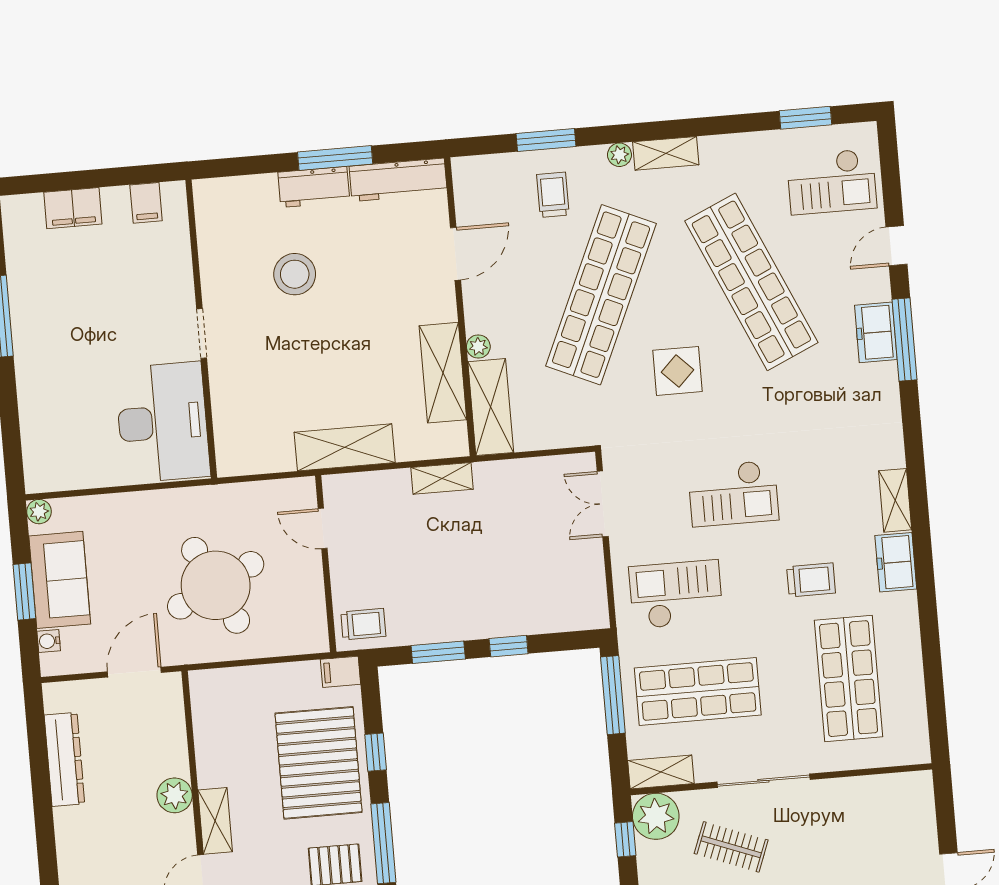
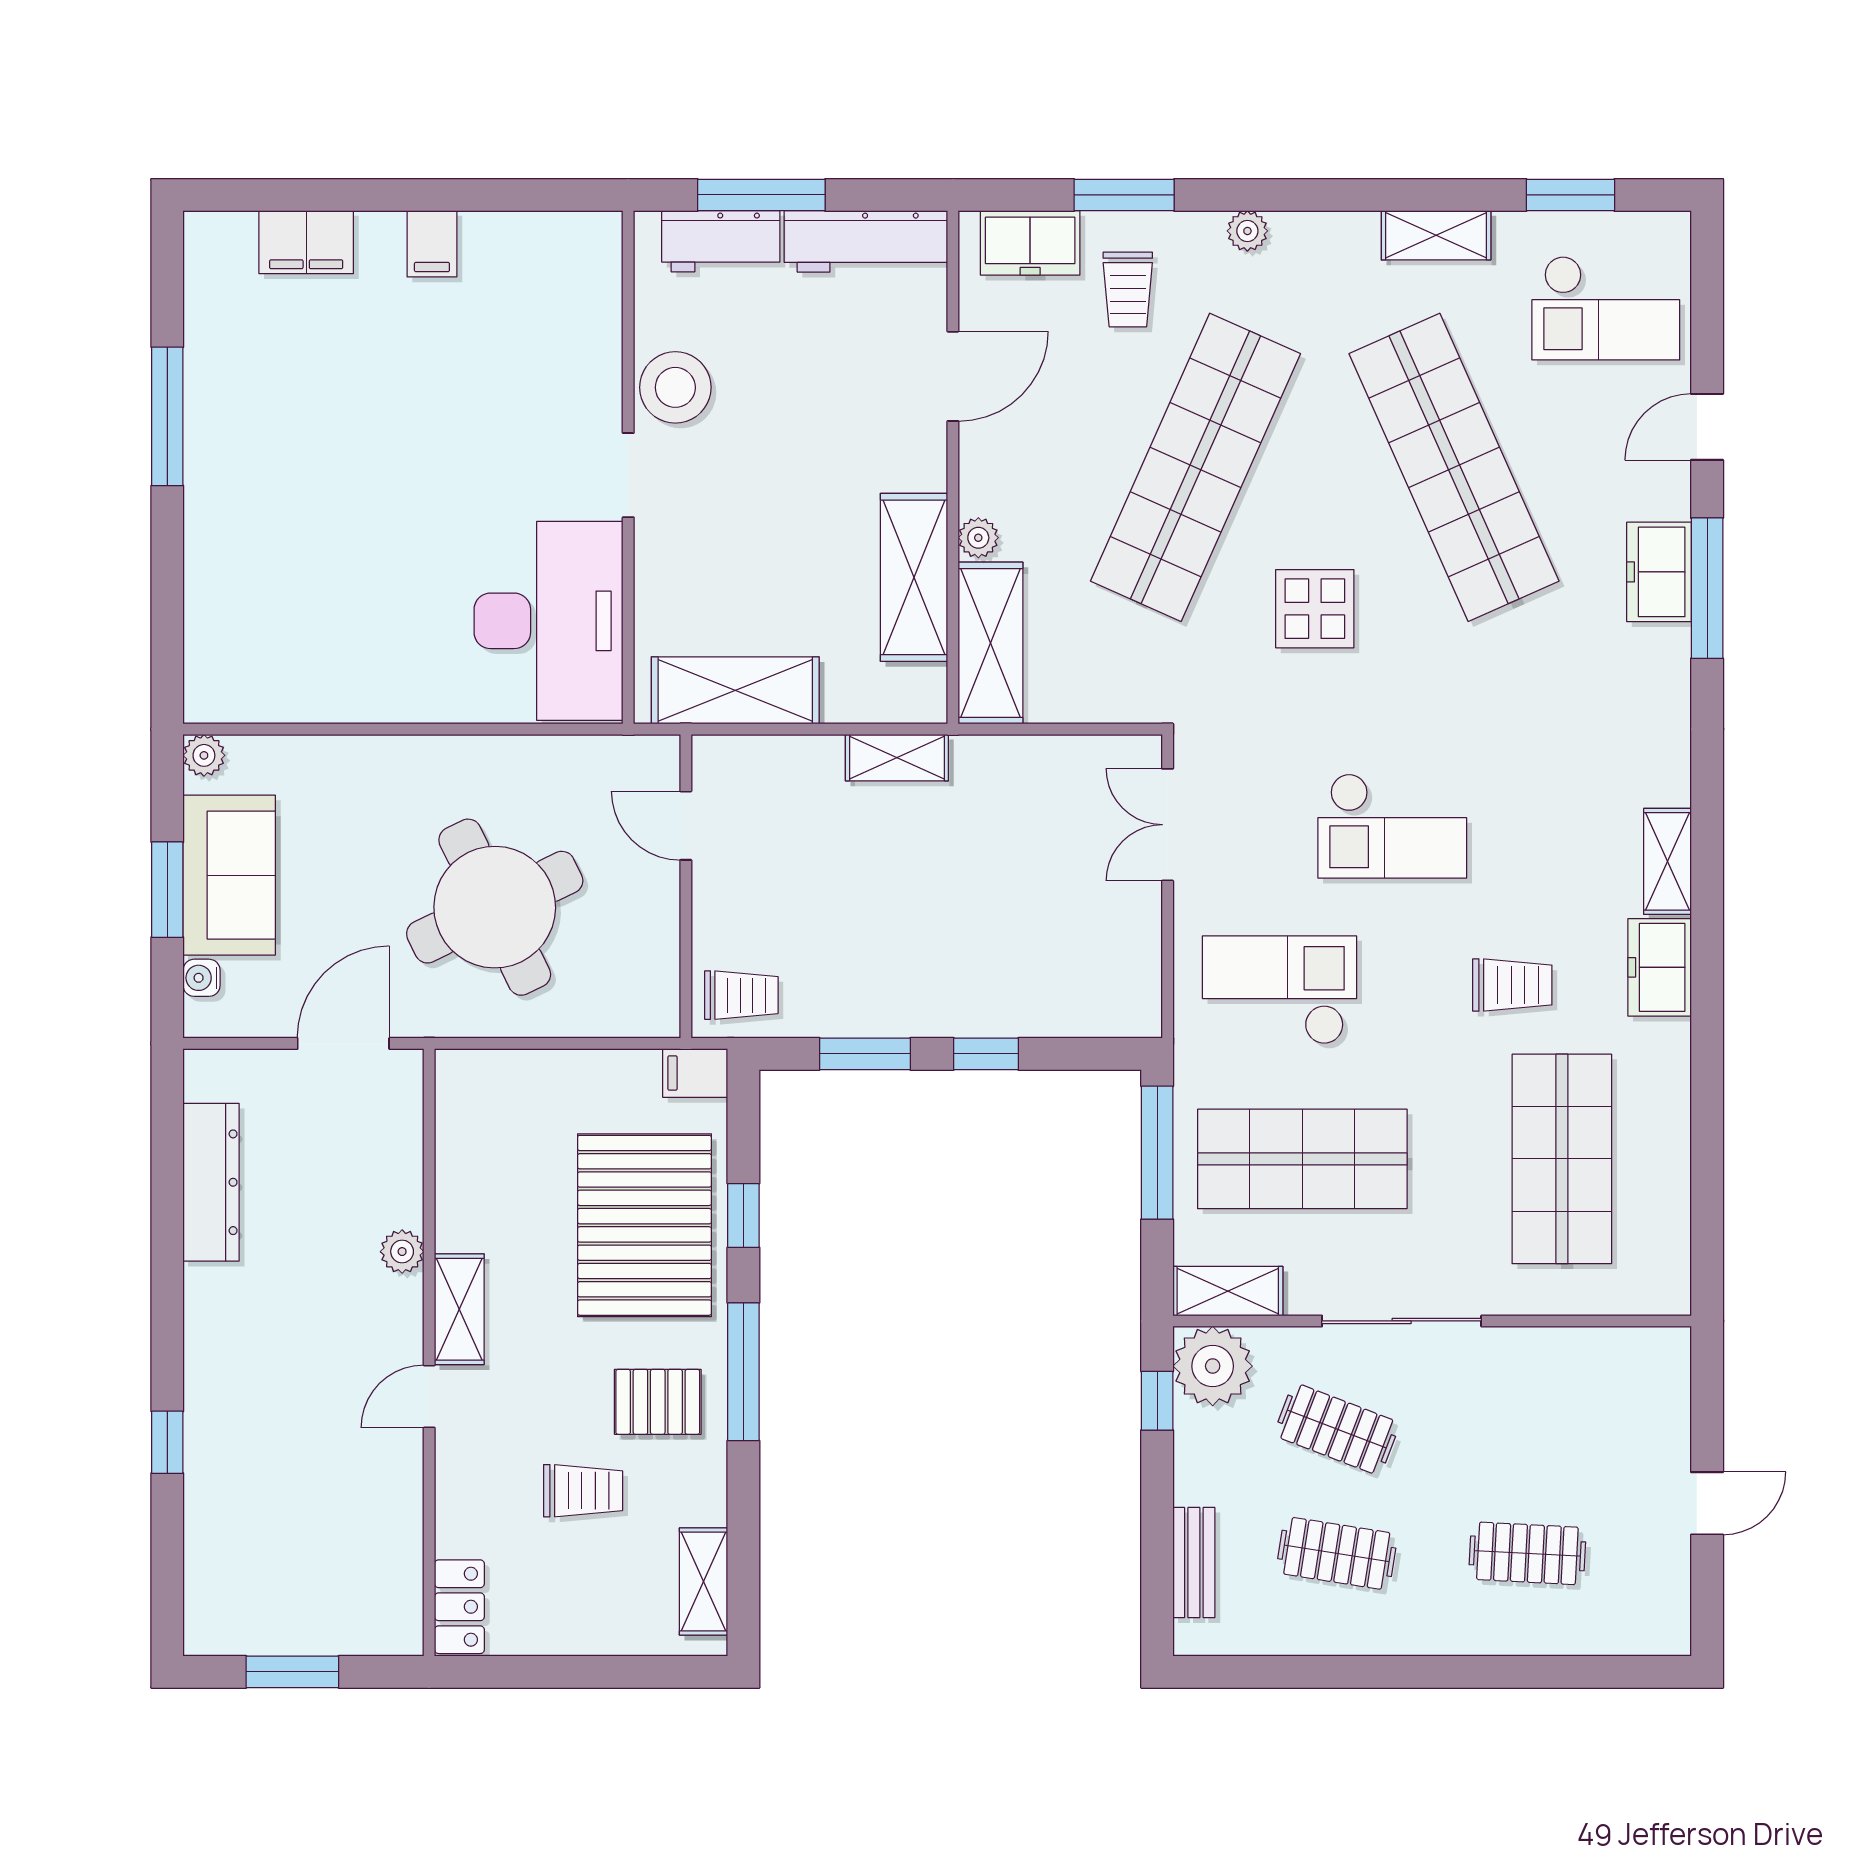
shelving: (666, 153) -> (1436, 235), moved
freezer: (494, 173) -> (1030, 243), added
trolley: (553, 195) -> (1128, 290), turned 180
wall: (201, 329) -> (628, 467), moved
doorway: (202, 334) -> (628, 475), moved
desk: (163, 422) -> (548, 621), moved
plant: (175, 795) -> (402, 1252), width x0.73, depth x0.73

